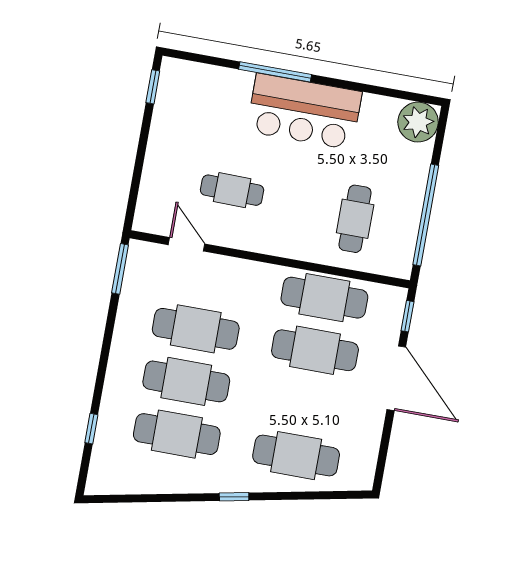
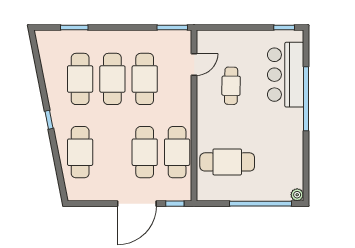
window: (275, 72) -> (306, 99), width x1.46
bar counter: (304, 111) -> (286, 75), moved
plant: (418, 122) -> (297, 195), width x0.53, depth x0.53
window: (426, 215) -> (261, 204), moved
cafe table: (355, 219) -> (227, 162), width x1.37, depth x1.35
window: (91, 429) -> (74, 28), width x1.50

